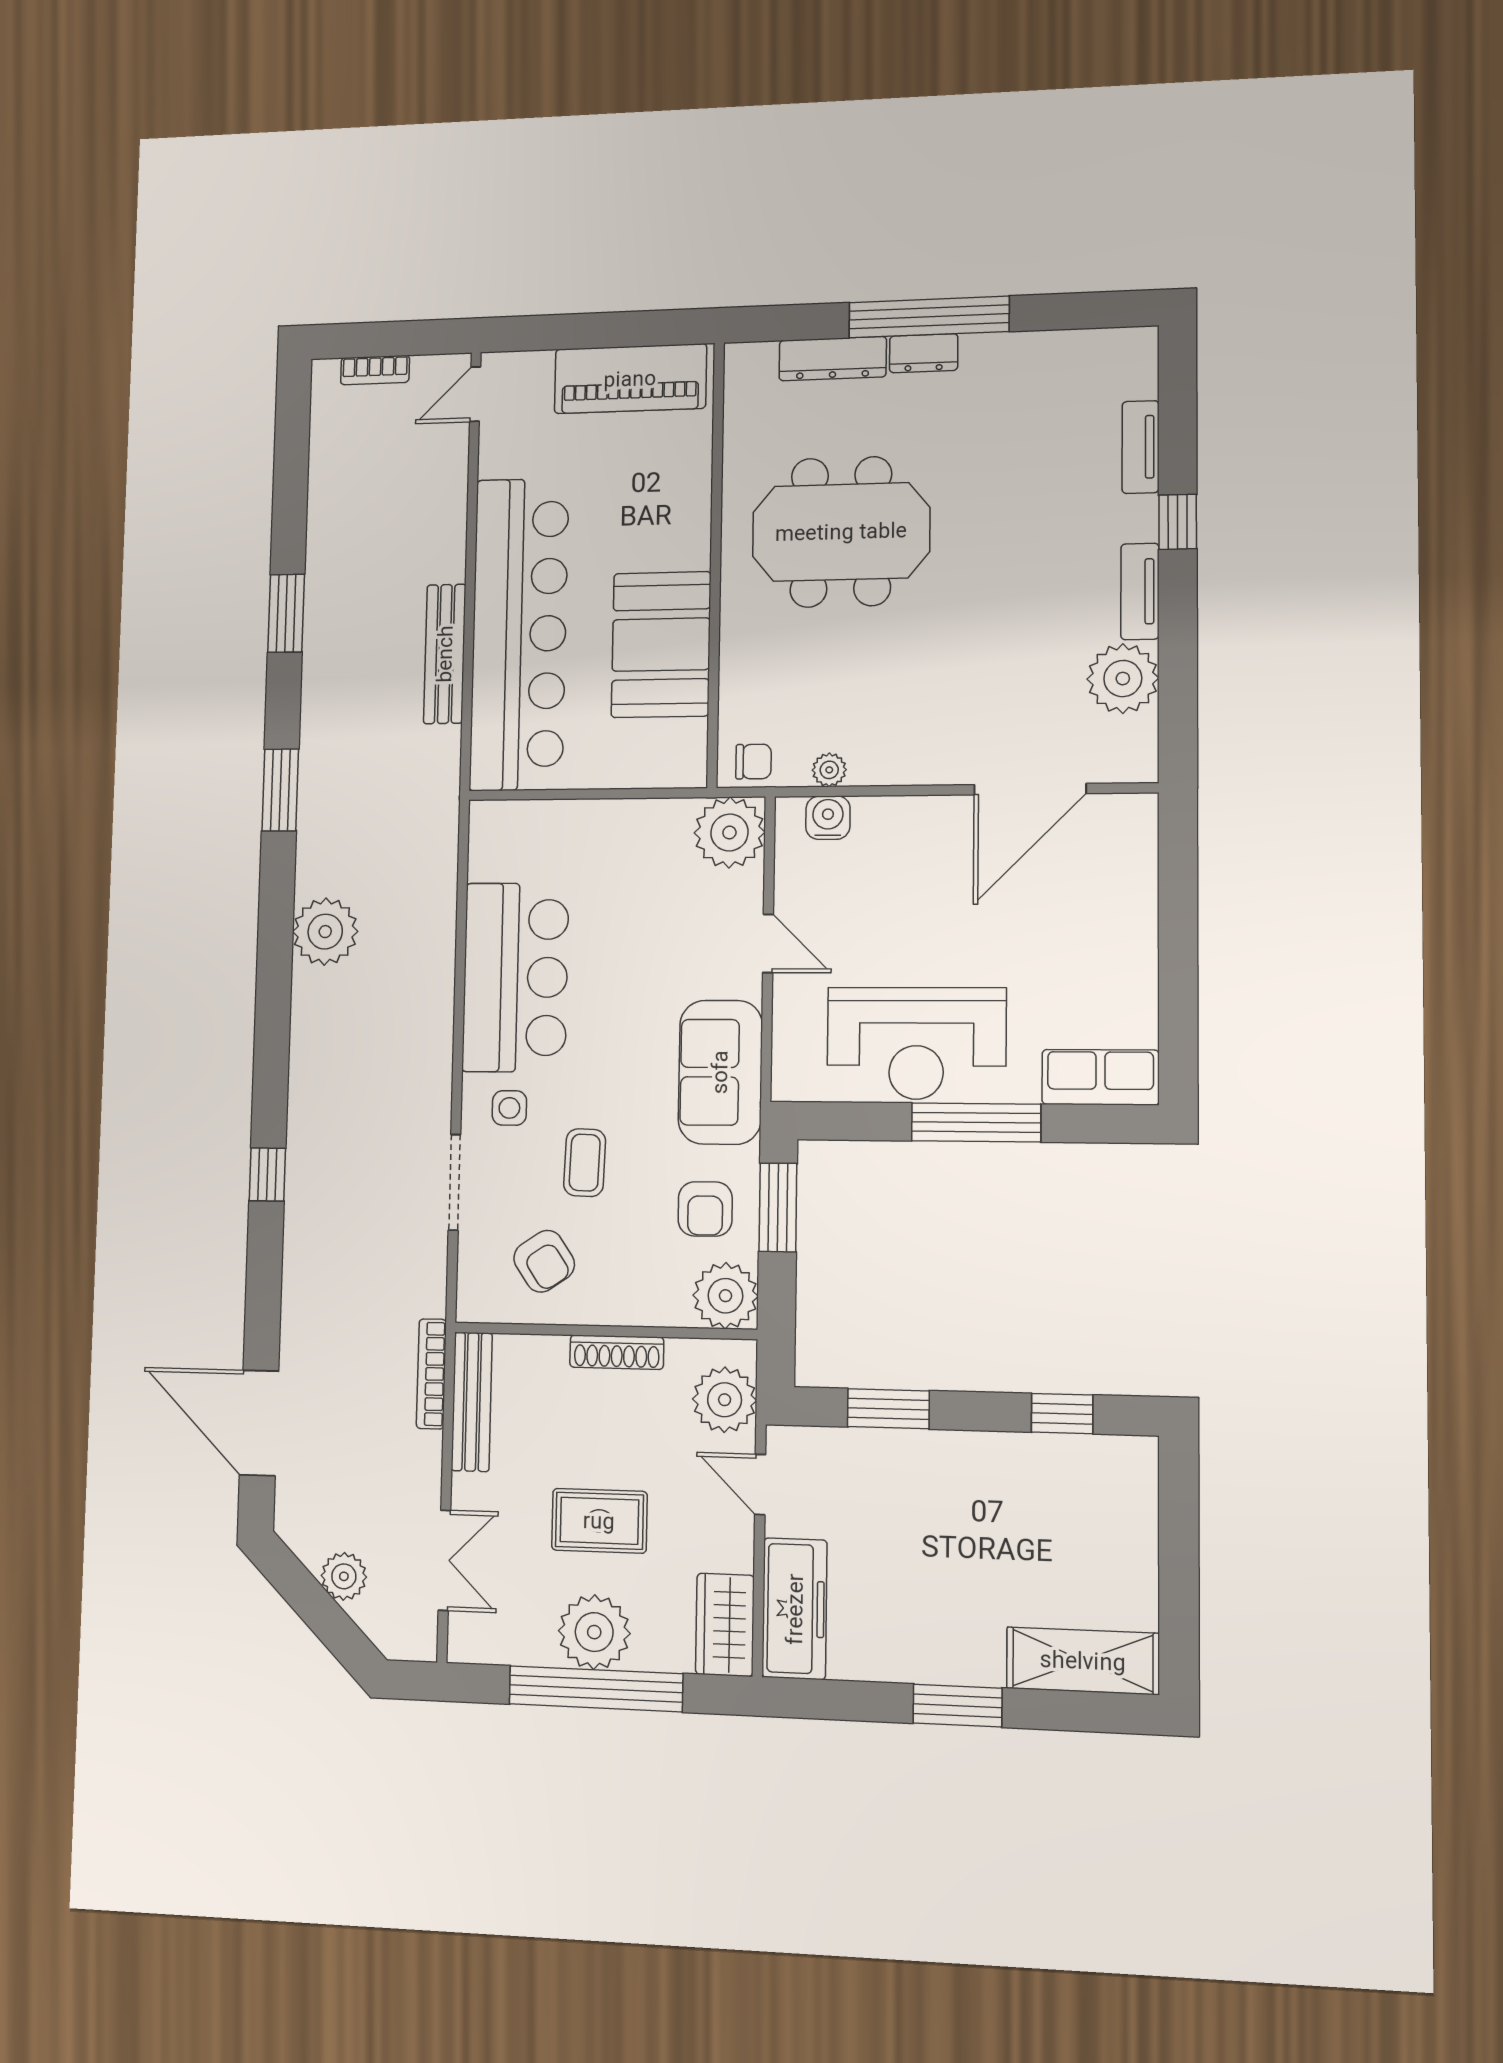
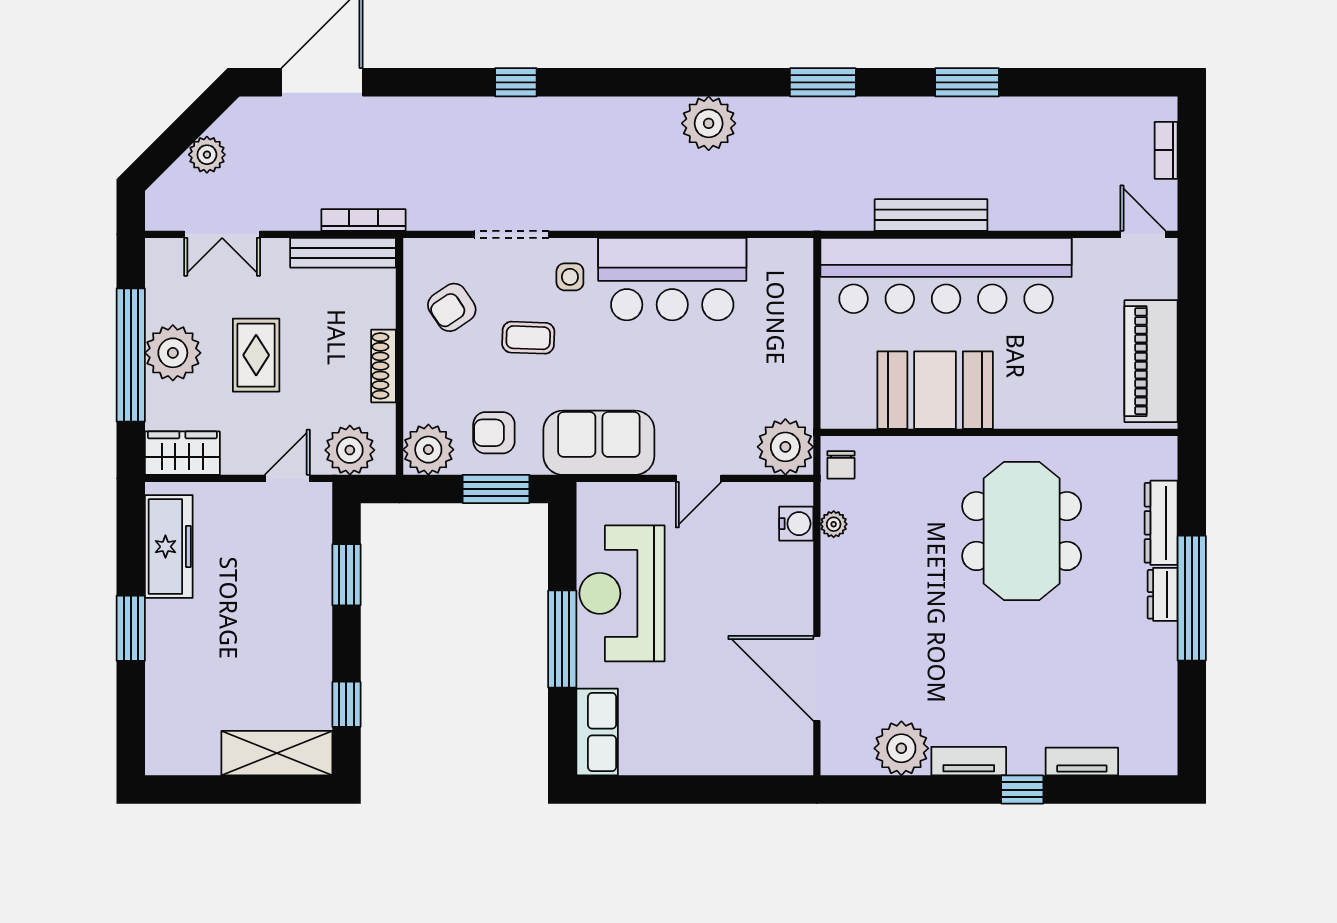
freezer: (795, 1609) -> (169, 547), moved, turned -90
shelving: (1083, 1661) -> (277, 753), moved, turned 90

